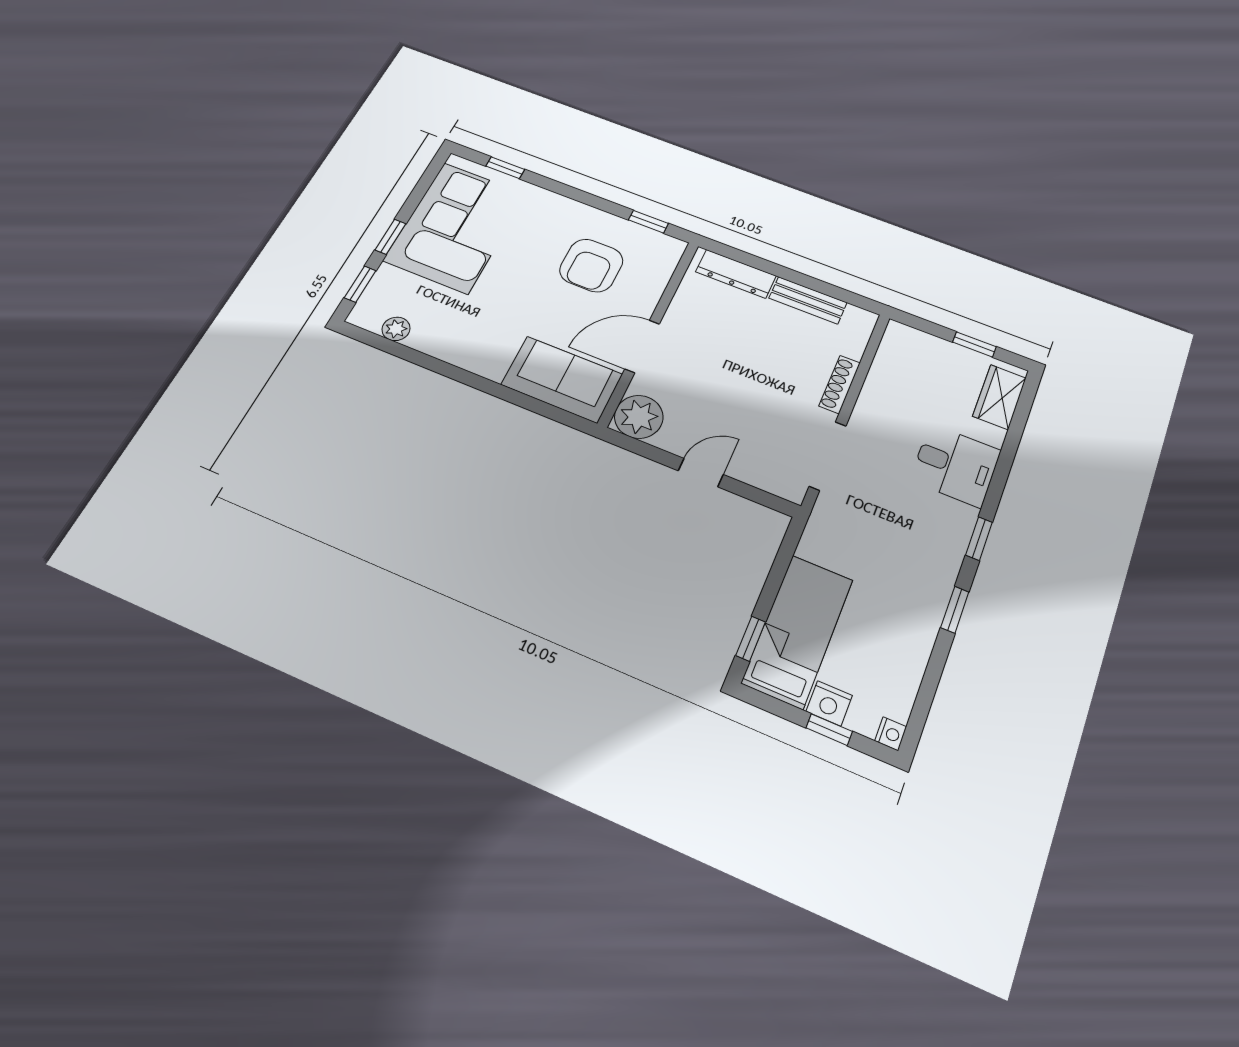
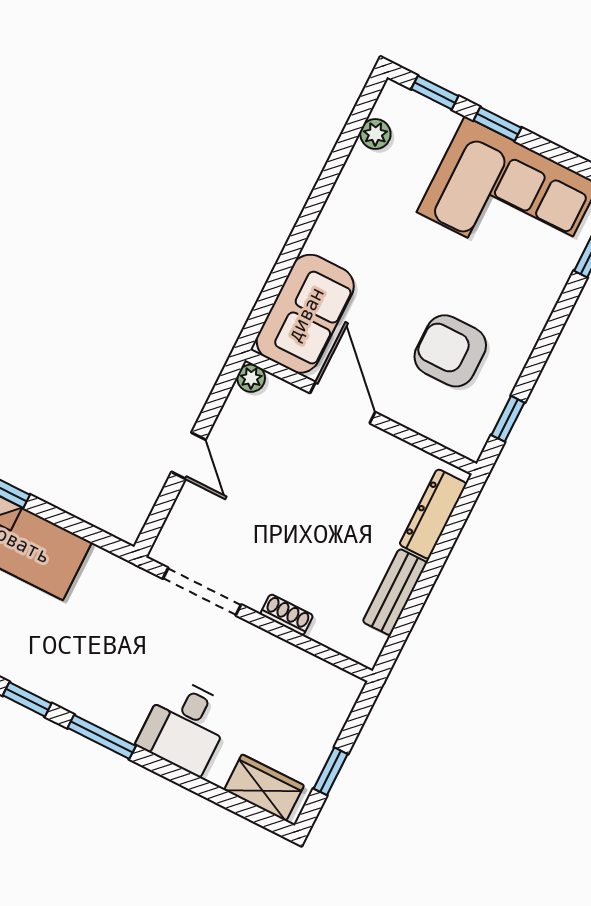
shoe rack: (840, 384) -> (287, 615), width x0.70
plant: (639, 417) -> (251, 378), width x0.53, depth x0.53
window: (979, 539) -> (102, 737), width x1.50

